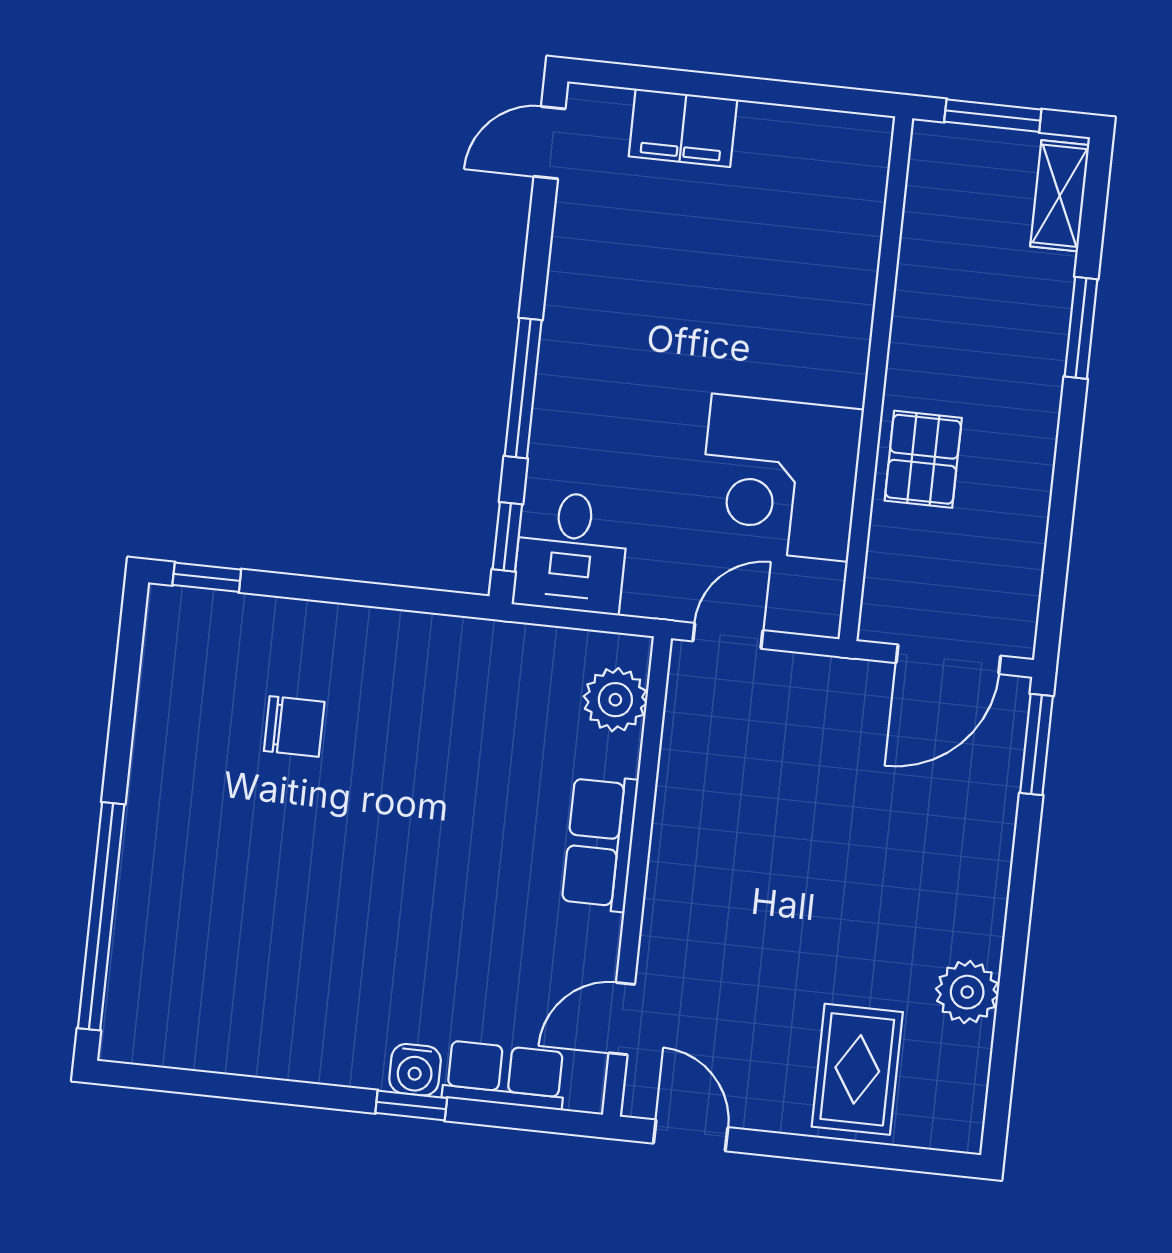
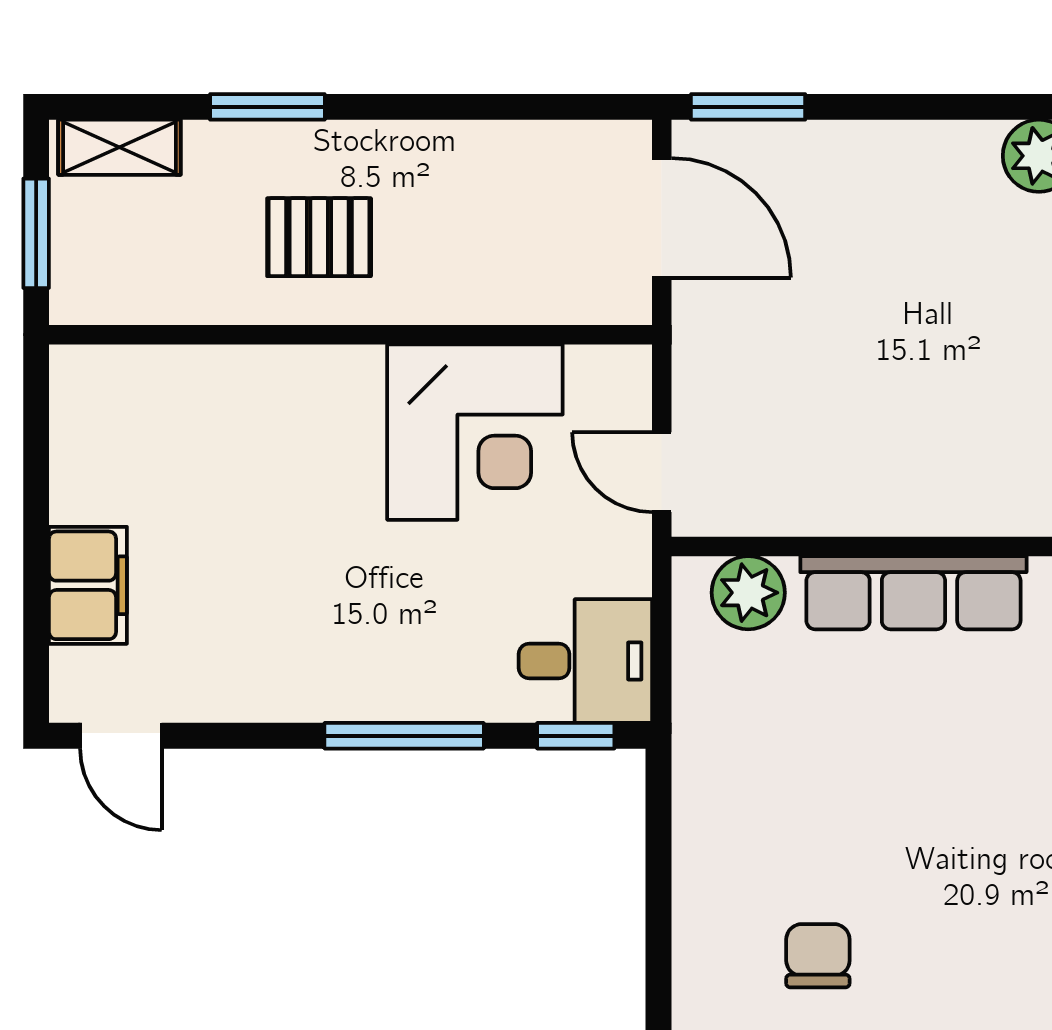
pallet: (923, 459) -> (319, 237), moved
row of seats: (600, 843) -> (913, 593), width x1.48

